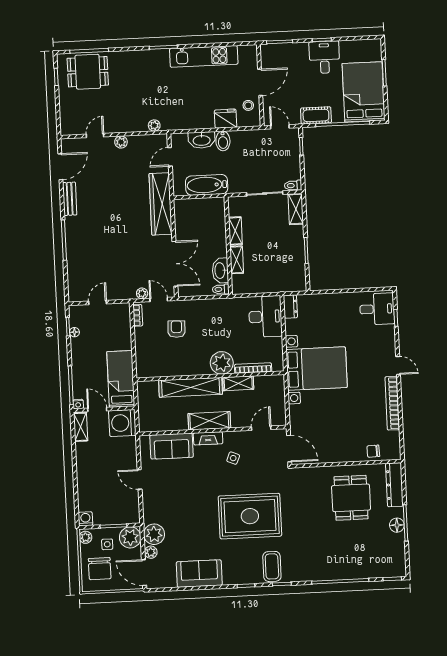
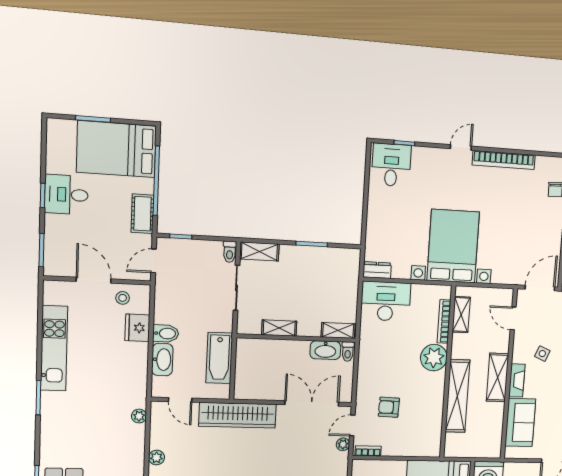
shelving: (237, 260) -> (338, 330), moved
shelving: (238, 383) -> (461, 315), moved

